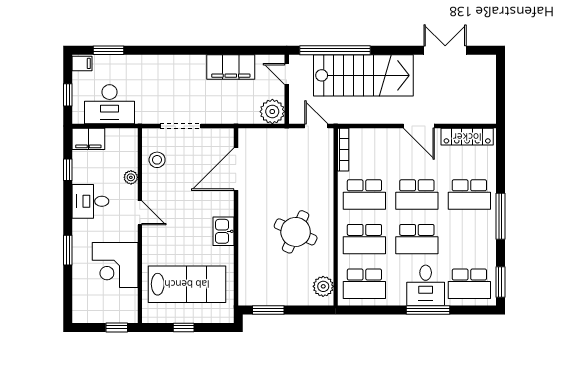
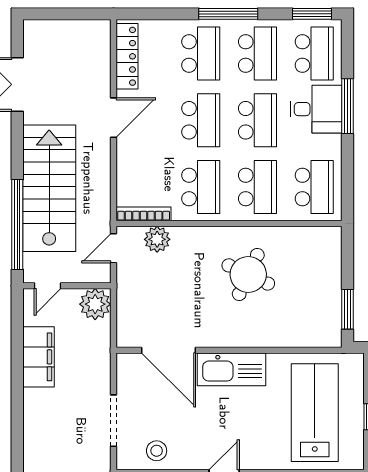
kitchen sink: (223, 231) -> (232, 369), width x1.88, depth x1.24
school desk: (469, 239) -> (257, 53), added
plant: (323, 286) -> (157, 239), moved

